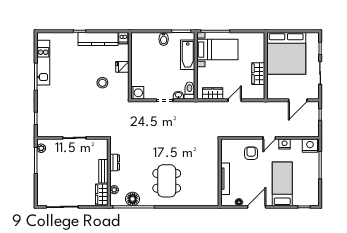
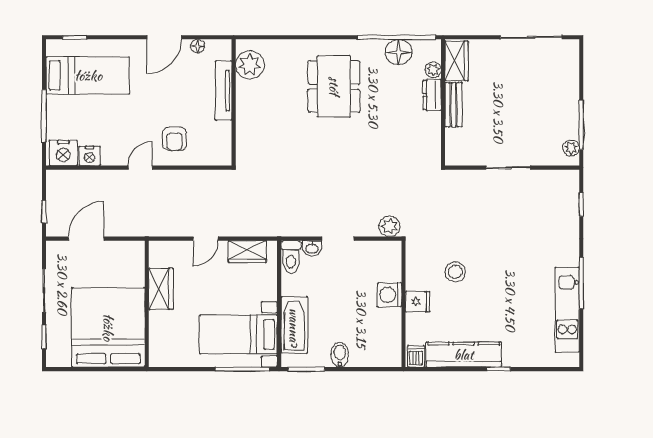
washing machine: (137, 93) -> (389, 295), moved
plant: (137, 107) -> (389, 226), added
nightstand: (284, 144) -> (90, 156), moved
dresser: (115, 163) -> (432, 95), moved
bed: (282, 184) -> (88, 76), moved, turned -90
plant: (211, 192) -> (250, 65), added

